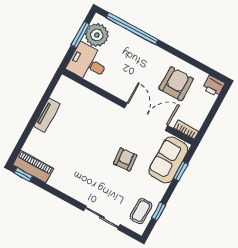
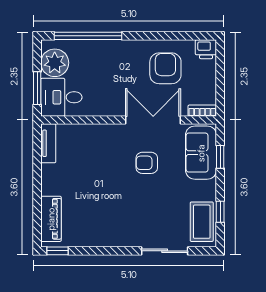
window: (80, 35) -> (37, 88), moved
tv unit: (47, 115) -> (48, 143), moved
armchair: (125, 159) -> (147, 163), moved, turned -85
piano: (33, 167) -> (51, 219), moved, turned 90
coffee table: (141, 211) -> (202, 222), width x1.36, depth x1.30

